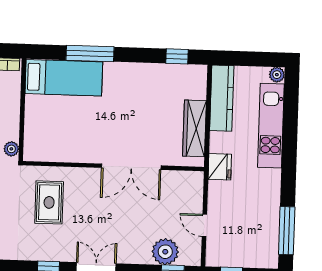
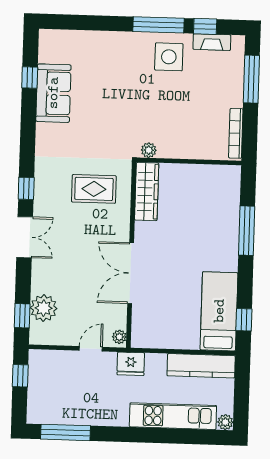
bed: (64, 78) -> (219, 311), moved, turned 180
wardrobe: (194, 128) -> (147, 192), moved, turned 90
plant: (193, 178) -> (119, 337), added
door: (204, 225) -> (91, 349), moved

